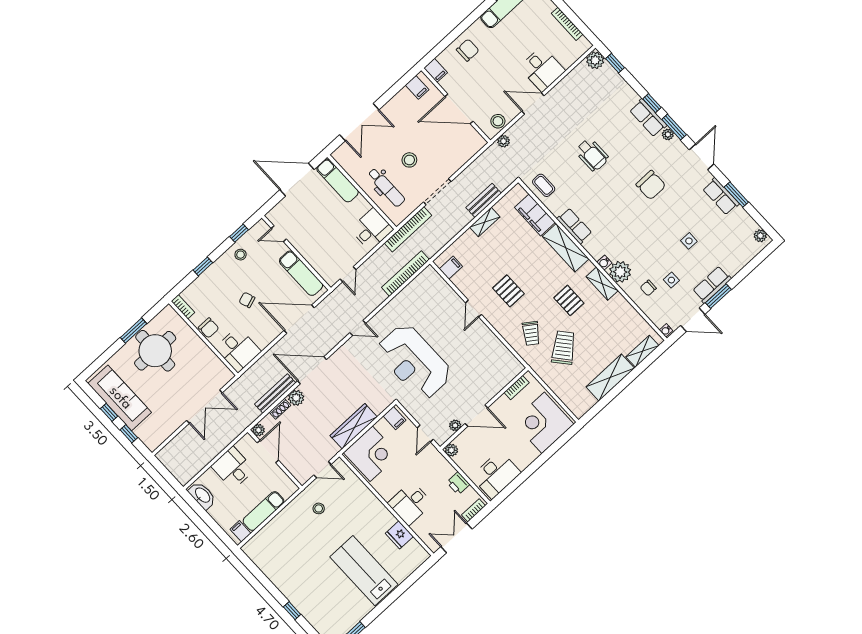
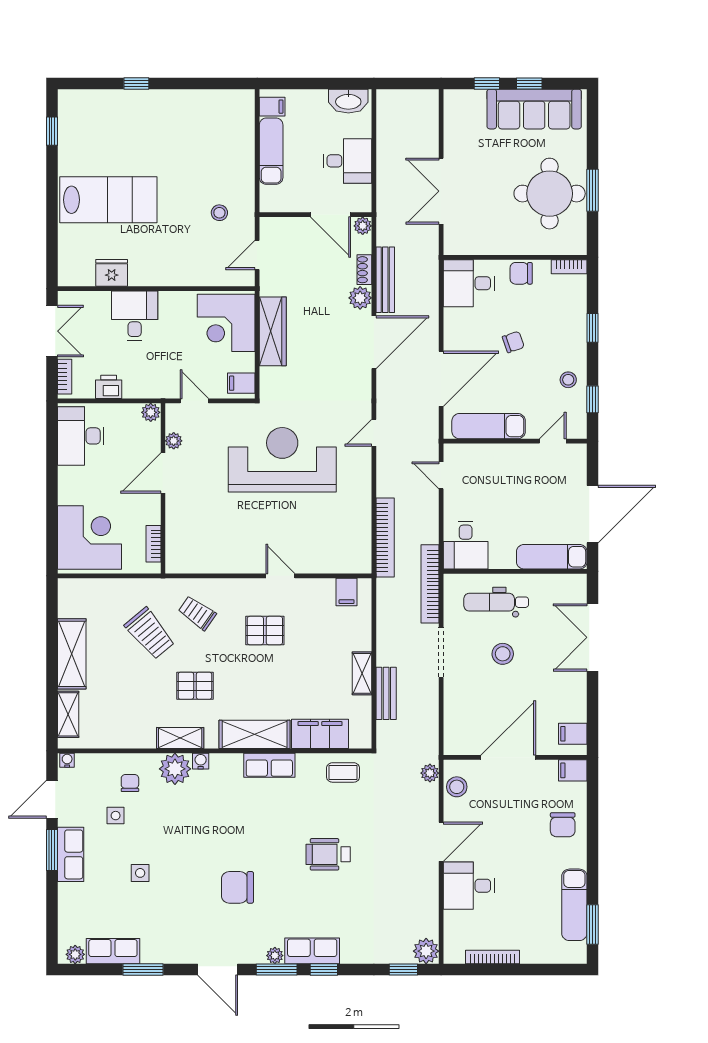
row of seats: (721, 196) -> (113, 951), moved

